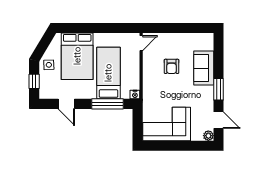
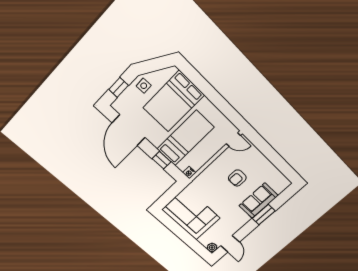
window: (218, 89) -> (264, 215), moved
door: (66, 104) -> (129, 130), width x1.88
window: (108, 104) -> (162, 160), width x0.46

